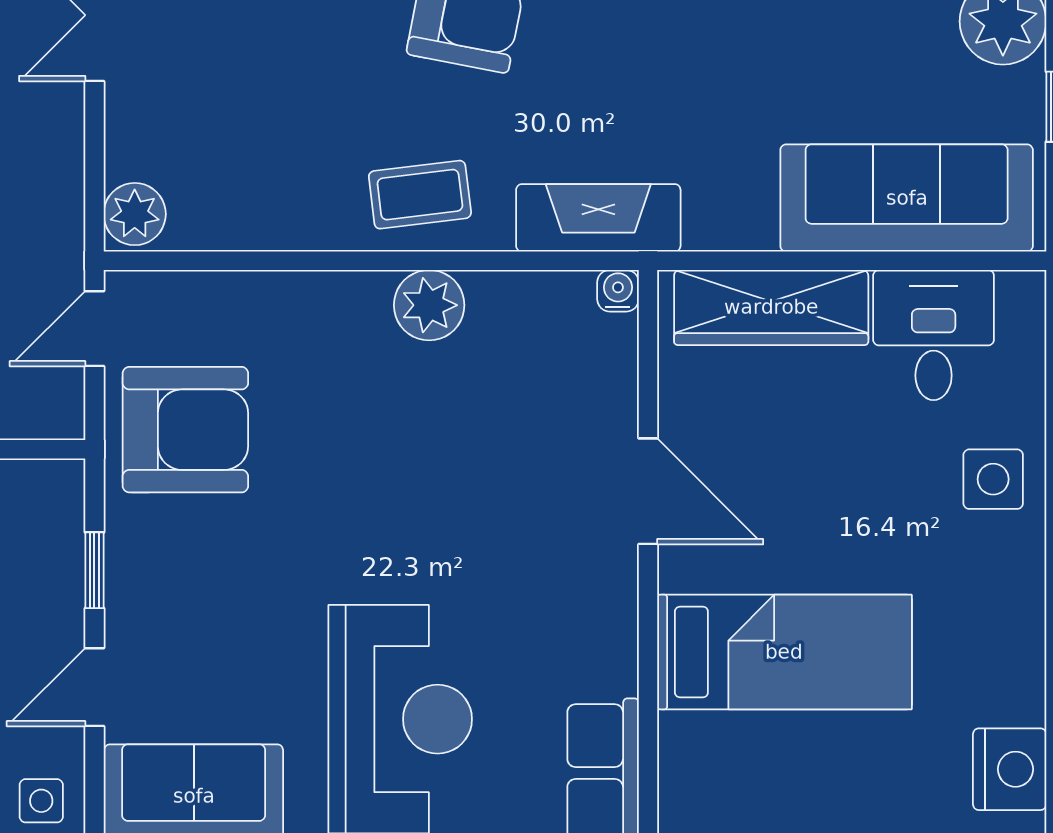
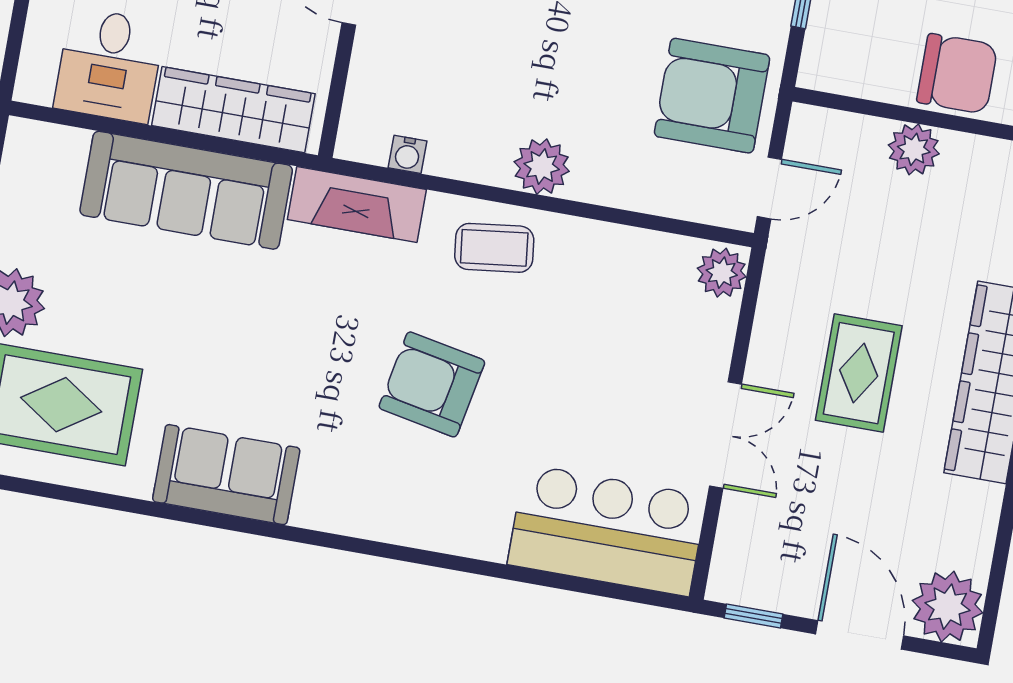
sofa: (907, 198) -> (186, 190), moved
water cooler: (618, 291) -> (408, 154), moved
plant: (429, 305) -> (542, 167), moved

